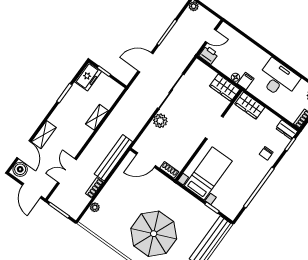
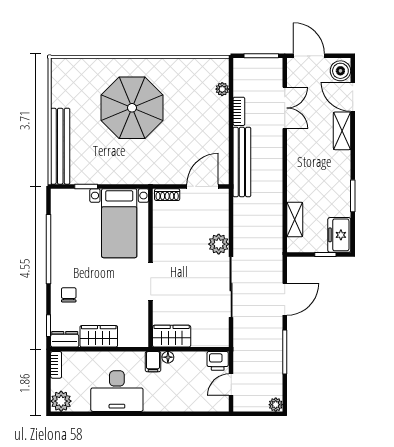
wardrobe: (250, 106) -> (99, 336), moved
shelving: (97, 117) -> (295, 220), moved

